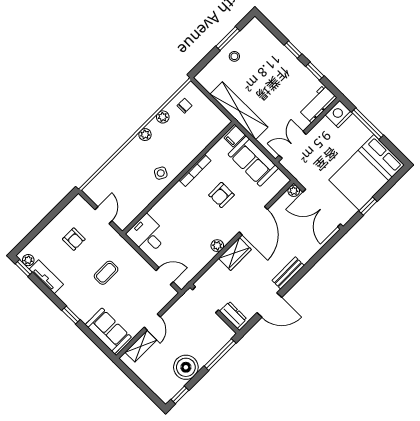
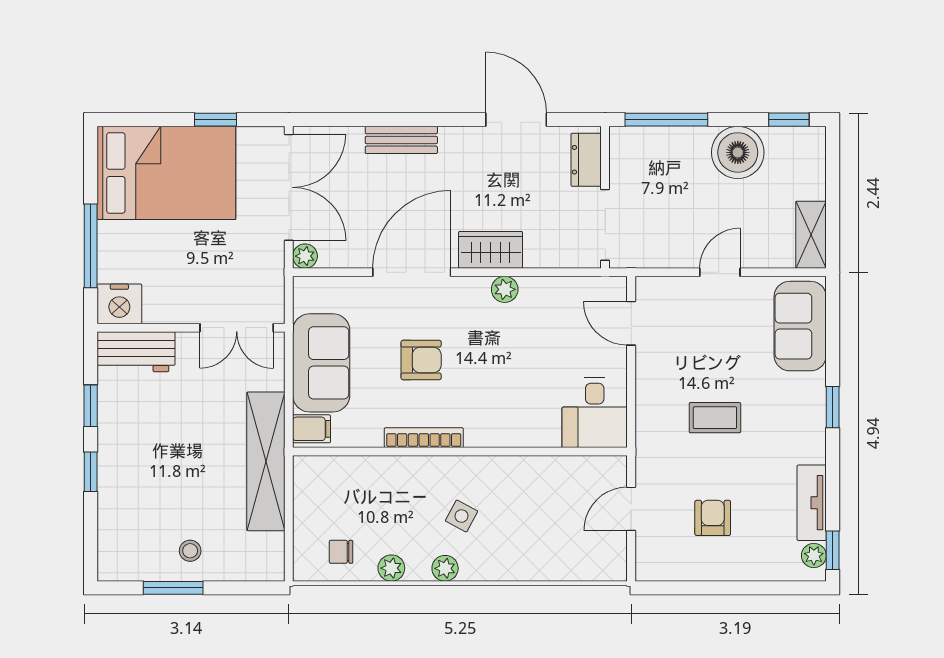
side table: (161, 173) -> (461, 516), moved
bench: (288, 273) -> (401, 140), moved
shelving: (141, 346) -> (811, 235), moved, turned 90

